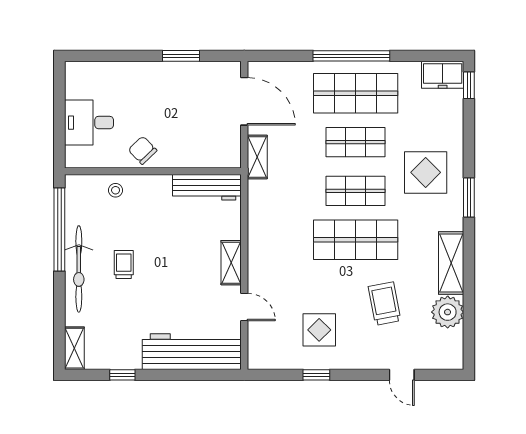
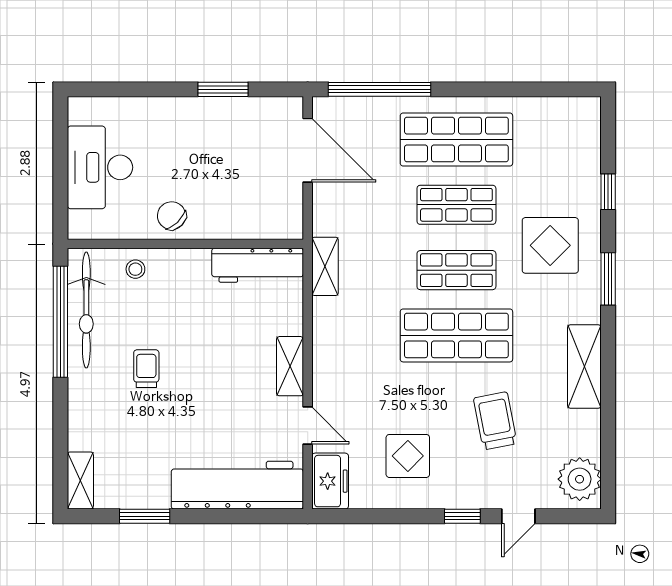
window: (351, 56) -> (379, 89), moved
freezer: (443, 75) -> (330, 481), moved, turned -90
window: (469, 85) -> (608, 192), moved
desk: (89, 123) -> (100, 167), width x1.37
shelving: (257, 157) -> (325, 266), moved
bicycle: (79, 269) -> (86, 310), moved
plant: (448, 312) -> (580, 479), moved
window: (122, 375) -> (145, 516), width x1.50
window: (316, 375) -> (462, 516), moved
door: (402, 375) -> (518, 516), hinge flipped

